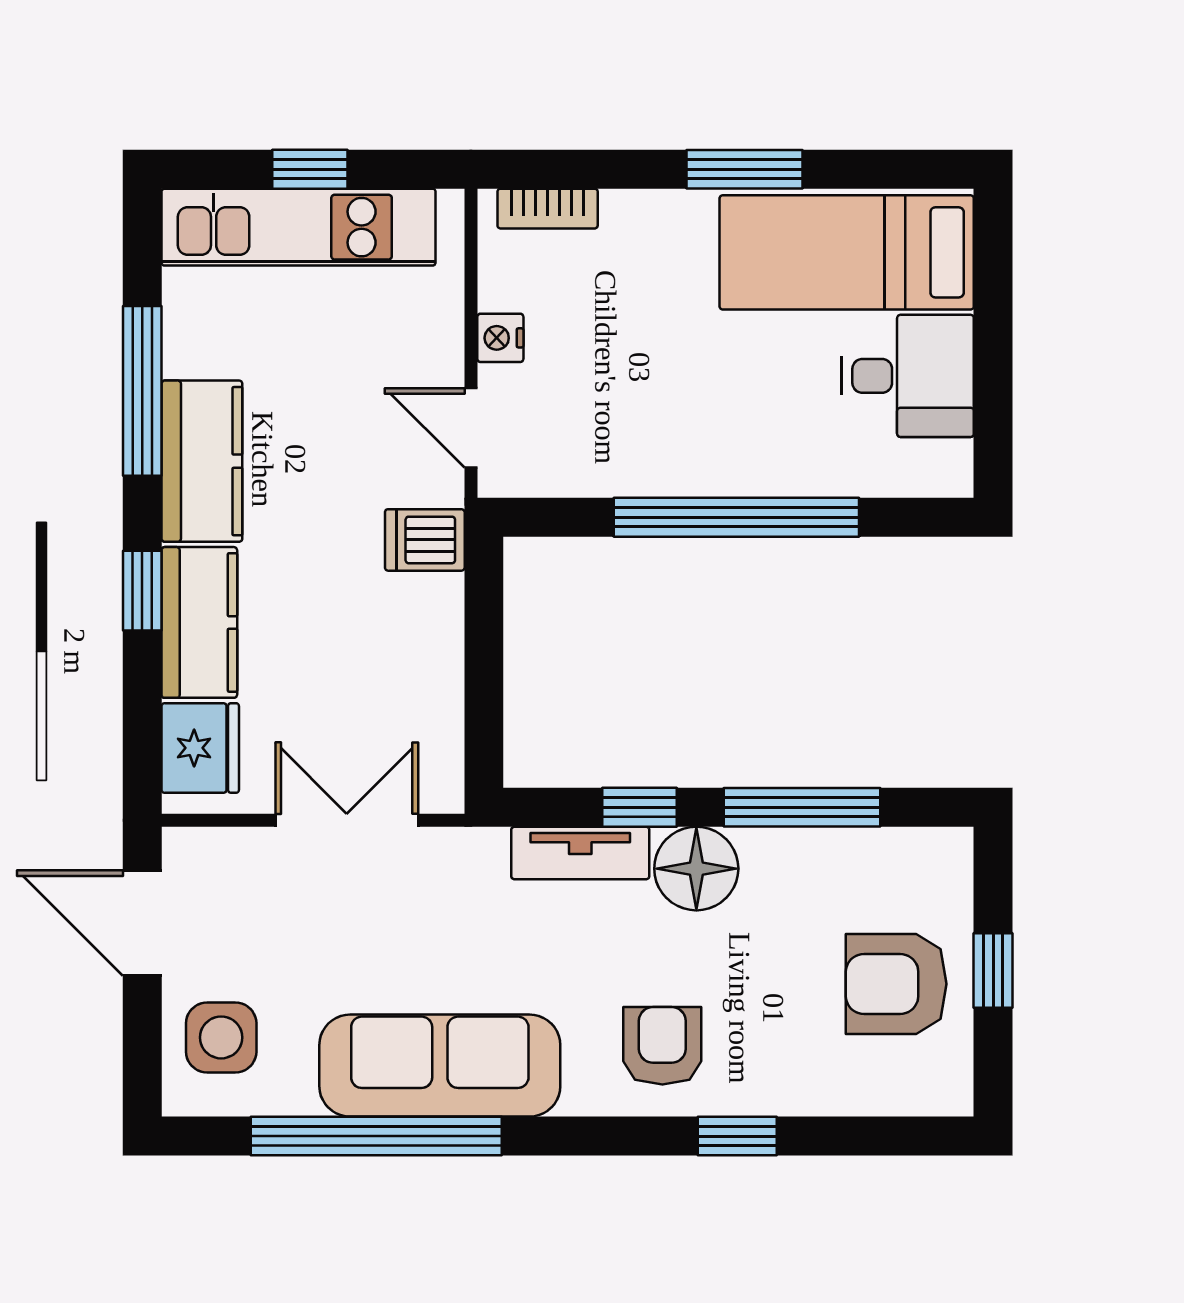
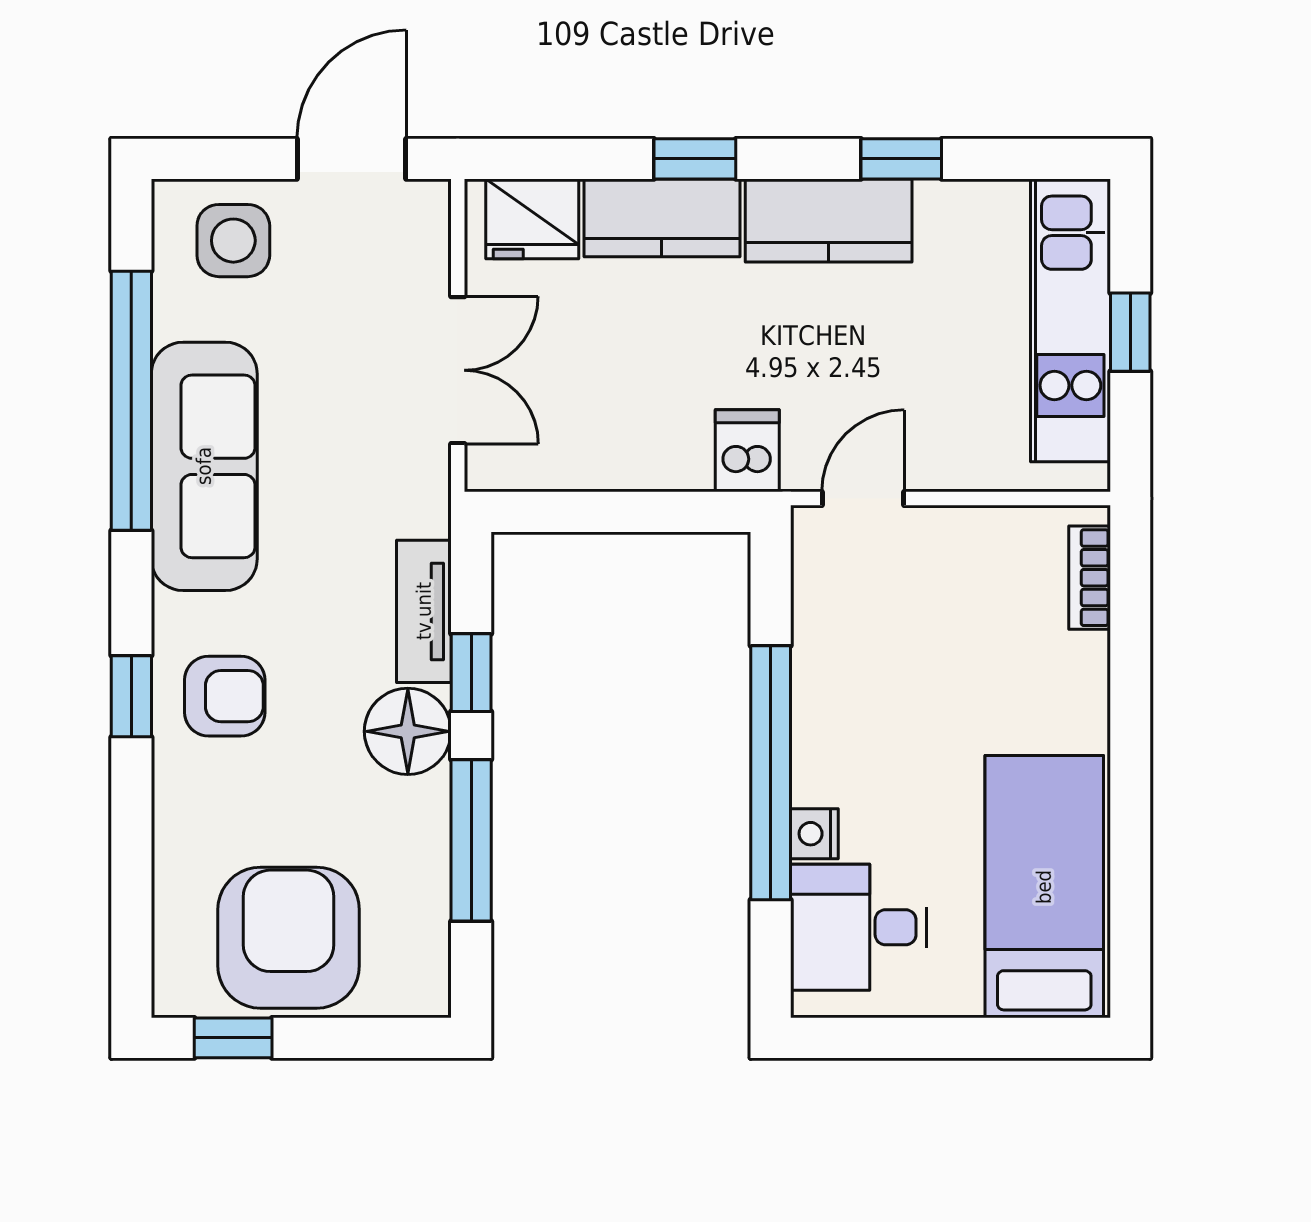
window: (745, 169) -> (1130, 781), removed
nightstand: (500, 338) -> (814, 834), moved, turned -90
desk: (908, 376) -> (859, 927), moved, turned 90
window: (142, 391) -> (901, 159), width x0.46
window: (993, 970) -> (233, 1038), moved
armchair: (896, 984) -> (289, 938), width x1.36, depth x1.36
window: (737, 1136) -> (131, 696), moved

